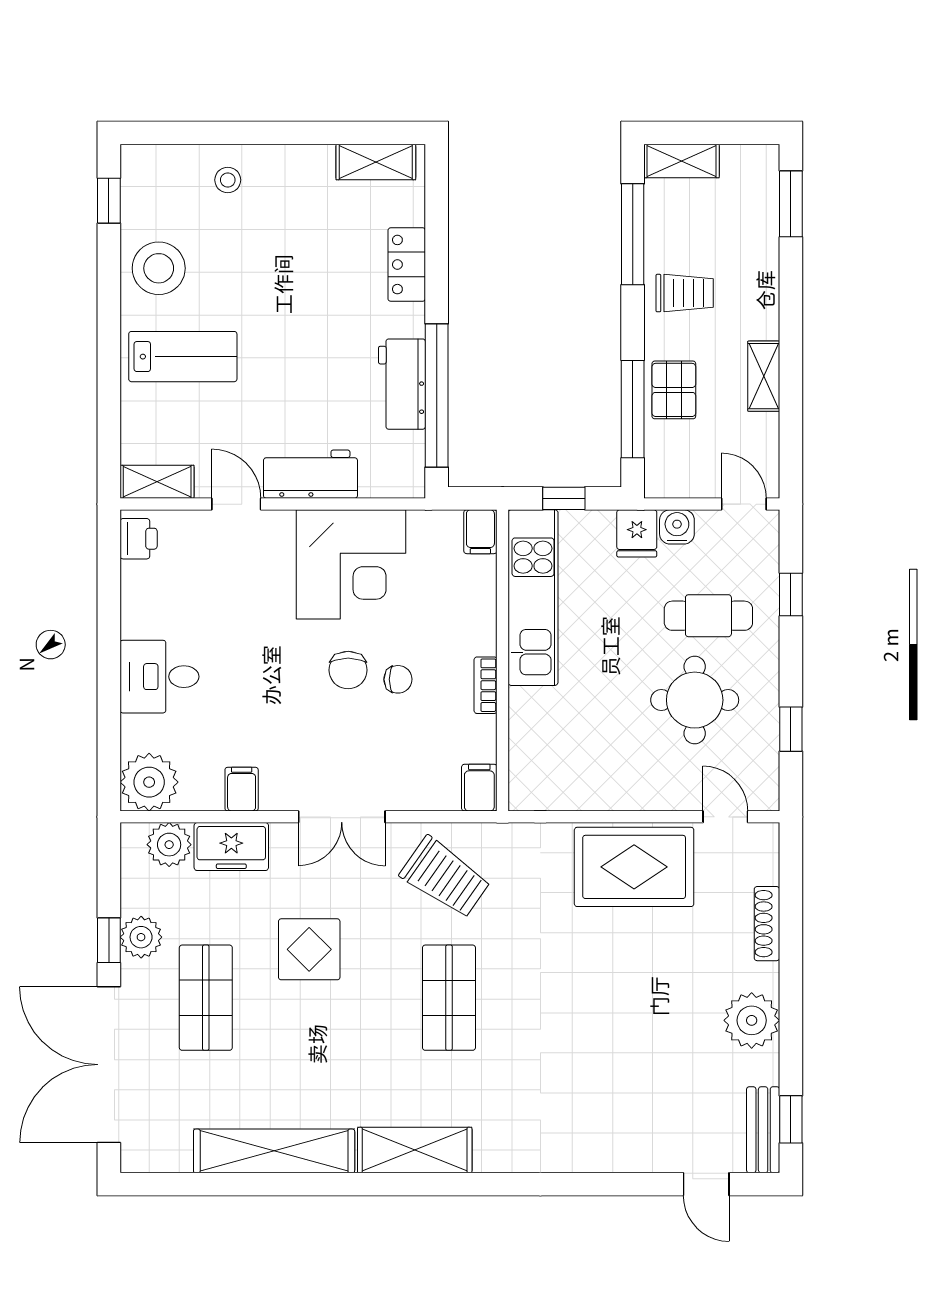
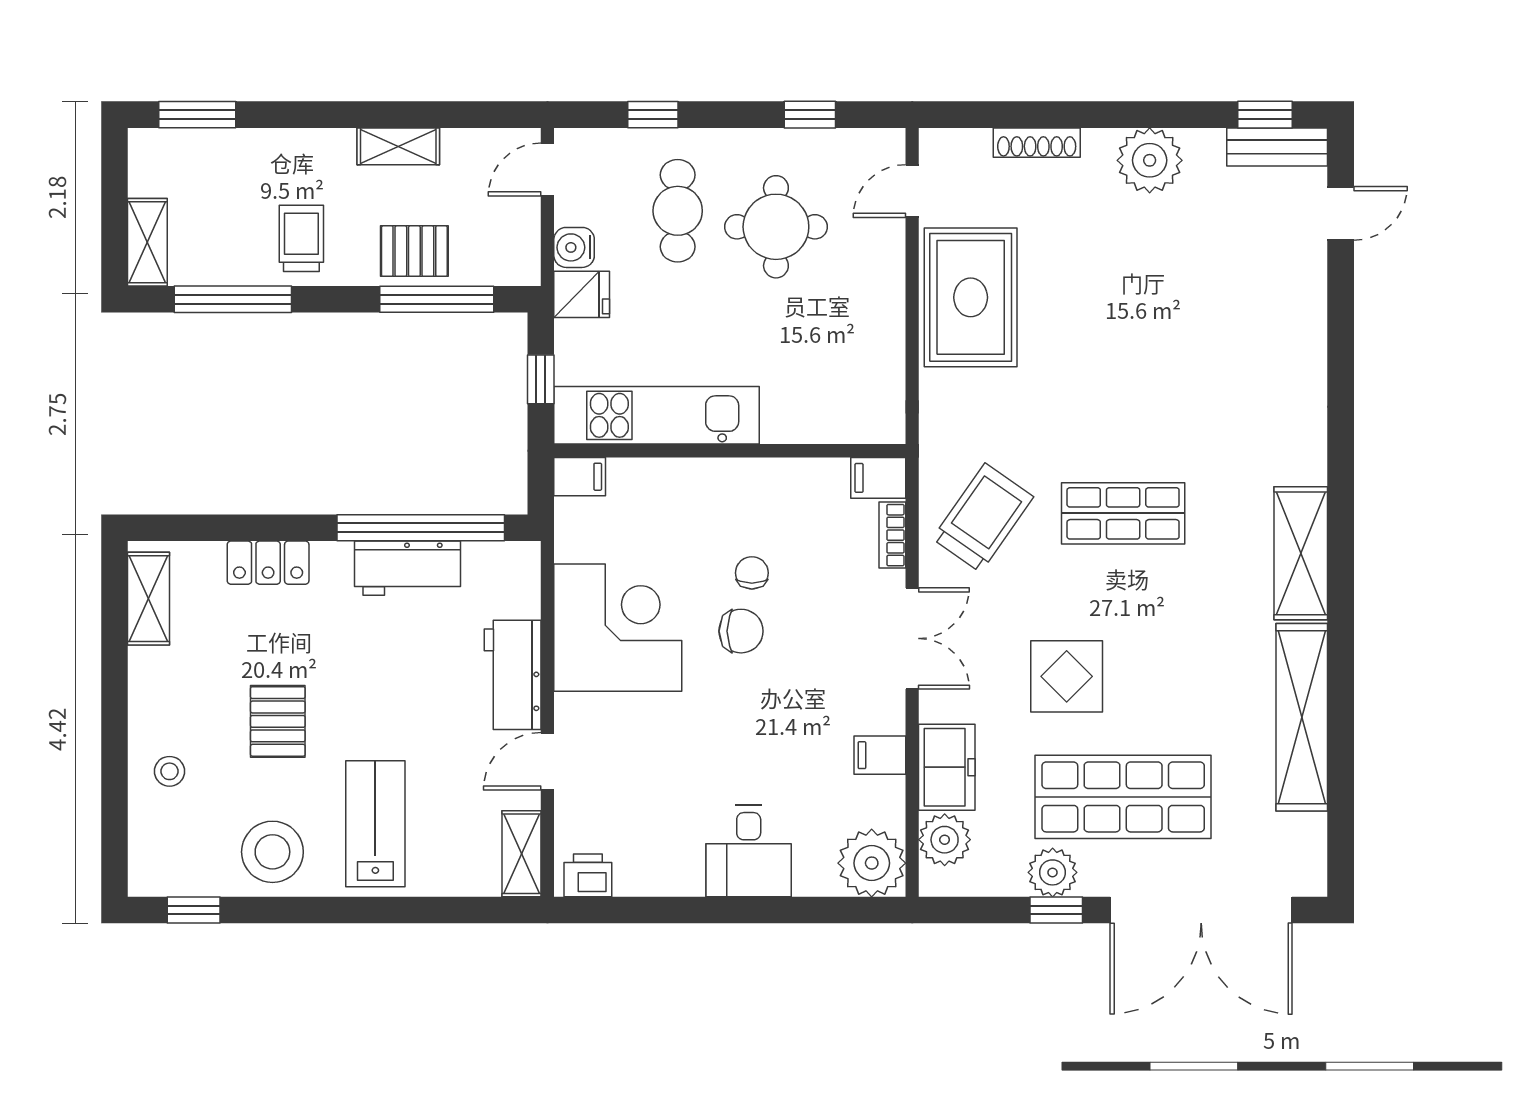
pallet: (271, 273) -> (278, 721), added
bookcase: (486, 685) -> (892, 535), moved, turned 90
shop shelf: (206, 998) -> (1123, 797), width x1.43, depth x1.36

